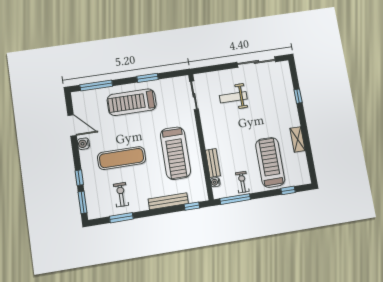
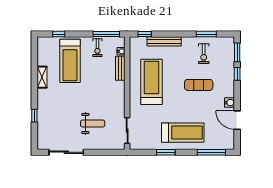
exercise mat: (122, 158) -> (199, 85), width x0.73, depth x0.69

